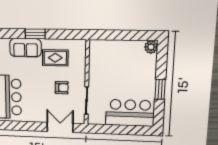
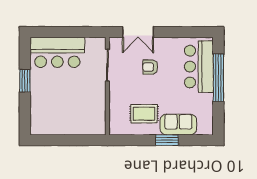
plant: (151, 47) -> (37, 128), removed
armchair: (62, 88) -> (150, 67), moved

